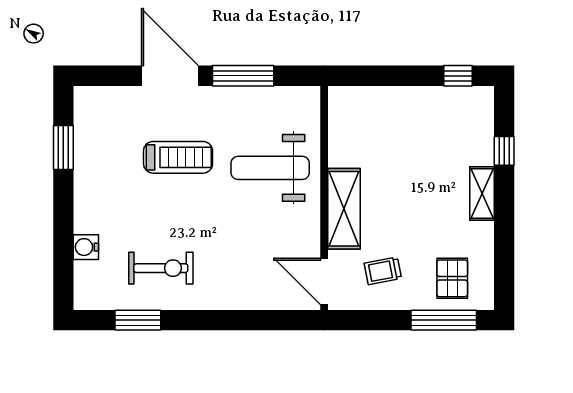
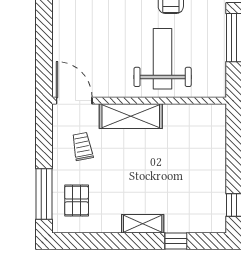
pallet: (452, 278) -> (77, 200), turned 90
door: (324, 281) -> (74, 101), hinge flipped

